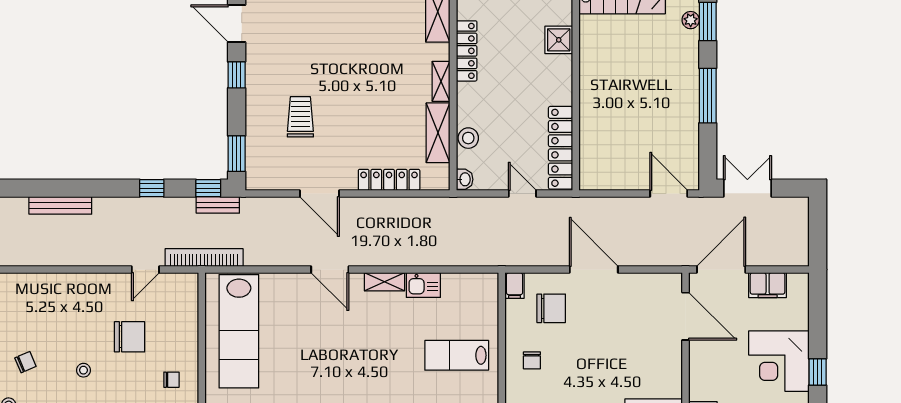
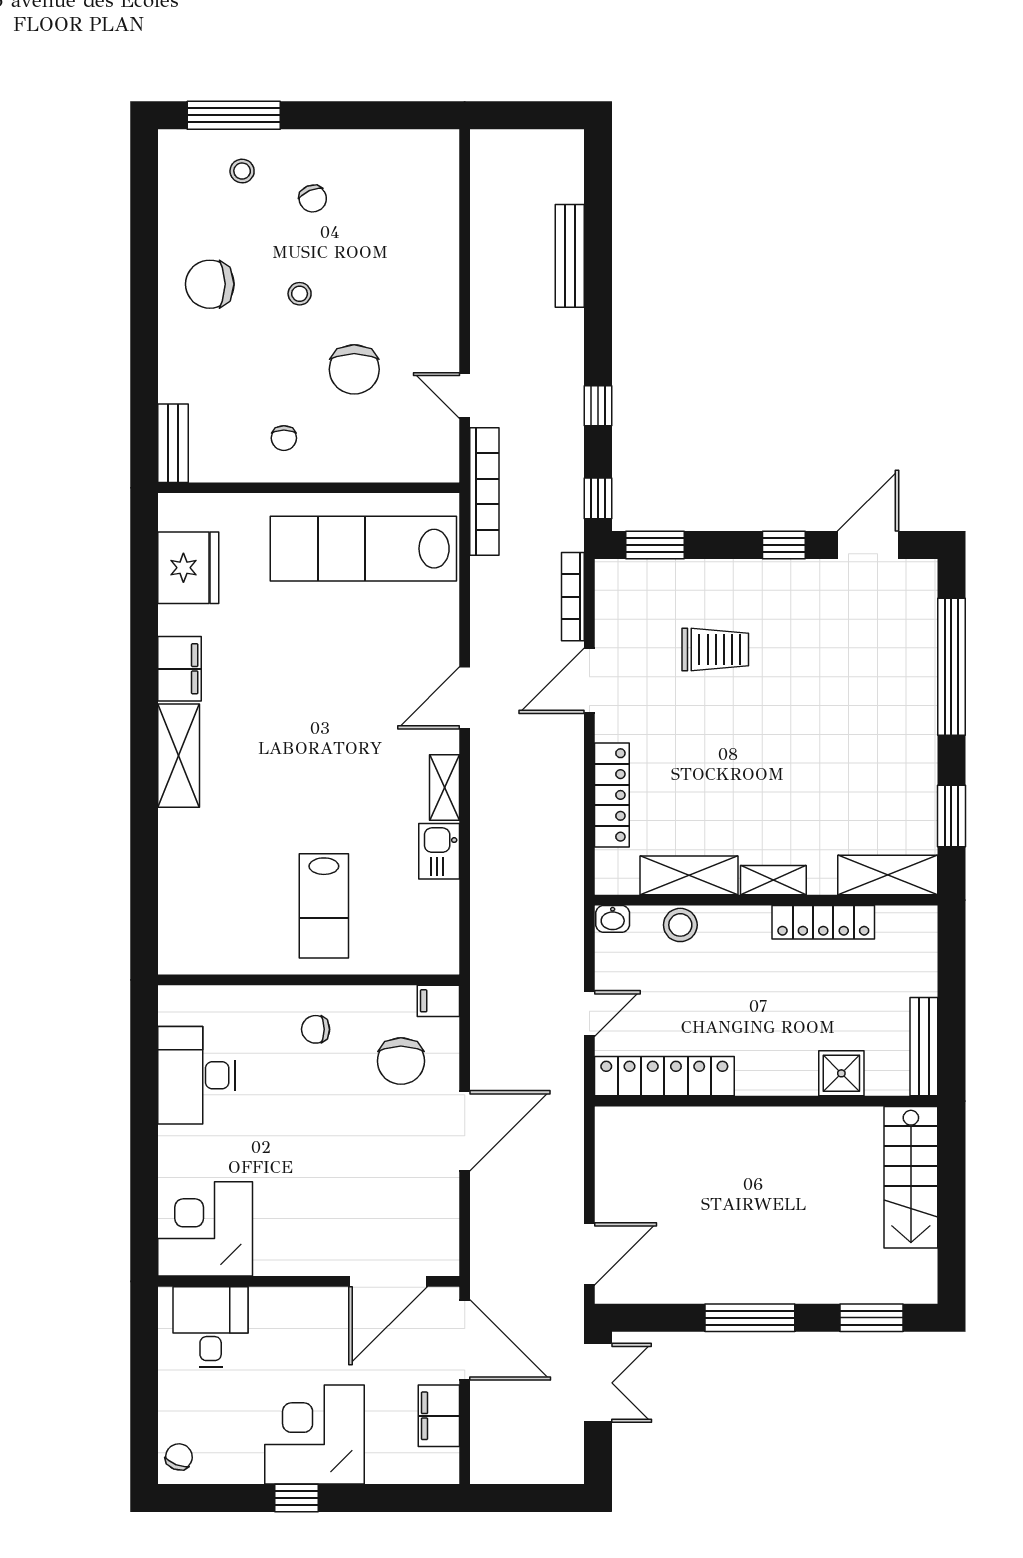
plant: (691, 20) -> (874, 1290), removed
bookcase: (268, 204) -> (573, 597), added
bench: (218, 205) -> (571, 514), removed
lab bench: (457, 355) -> (324, 906), turned 180

